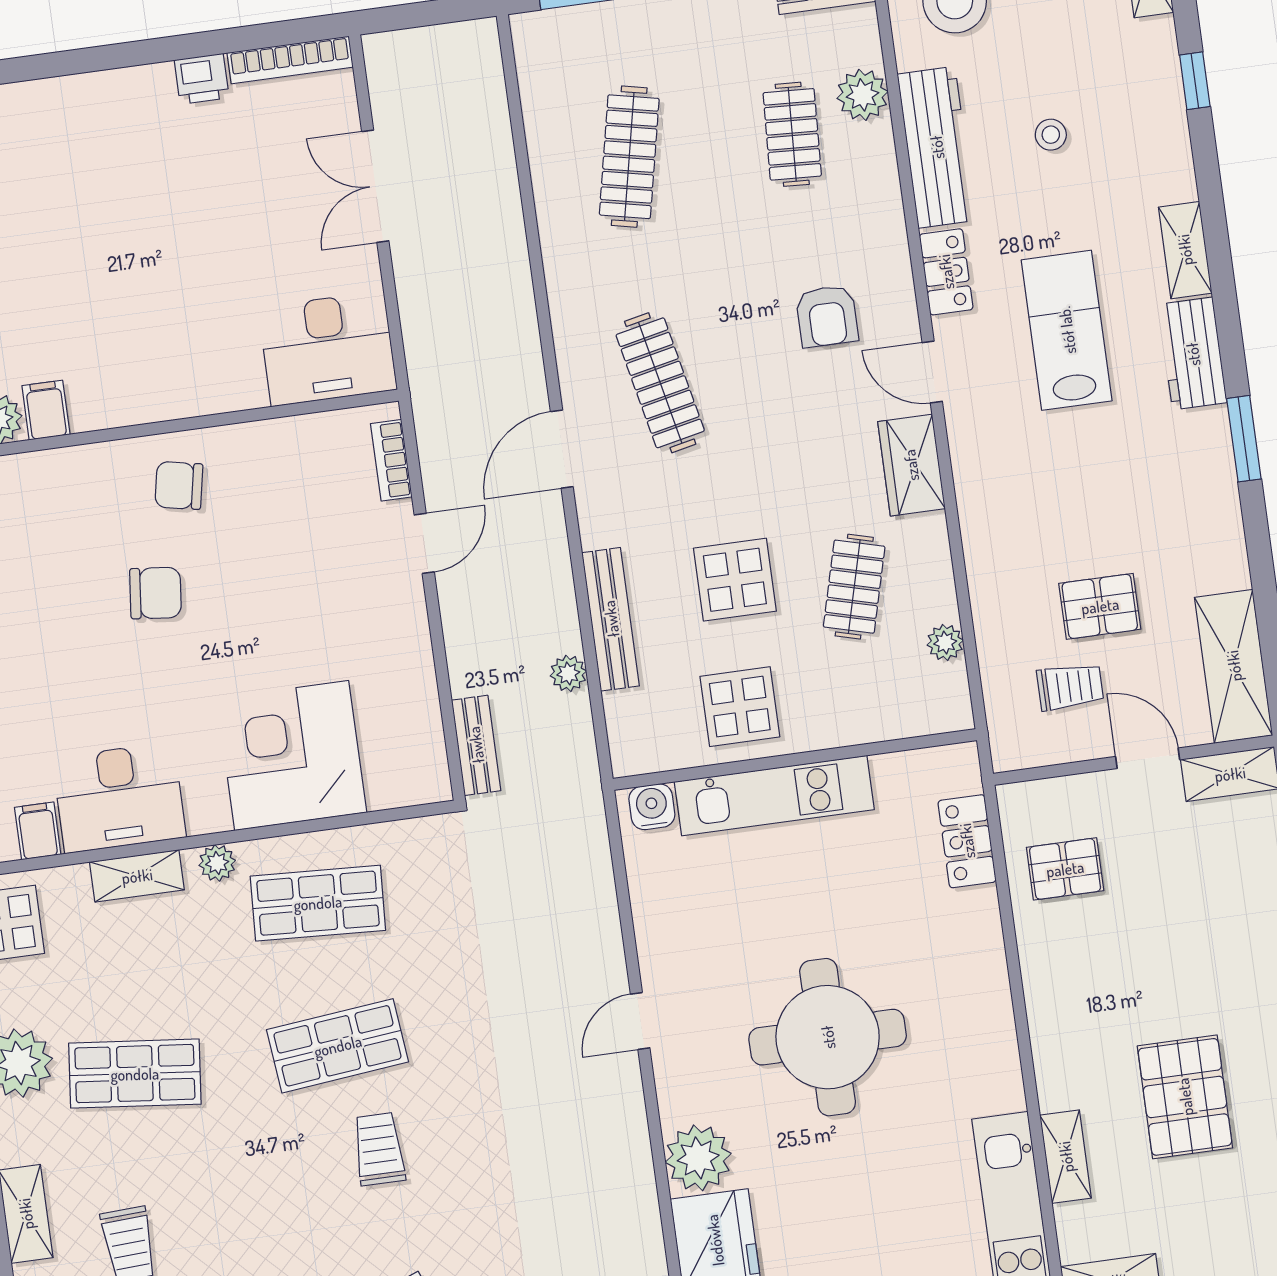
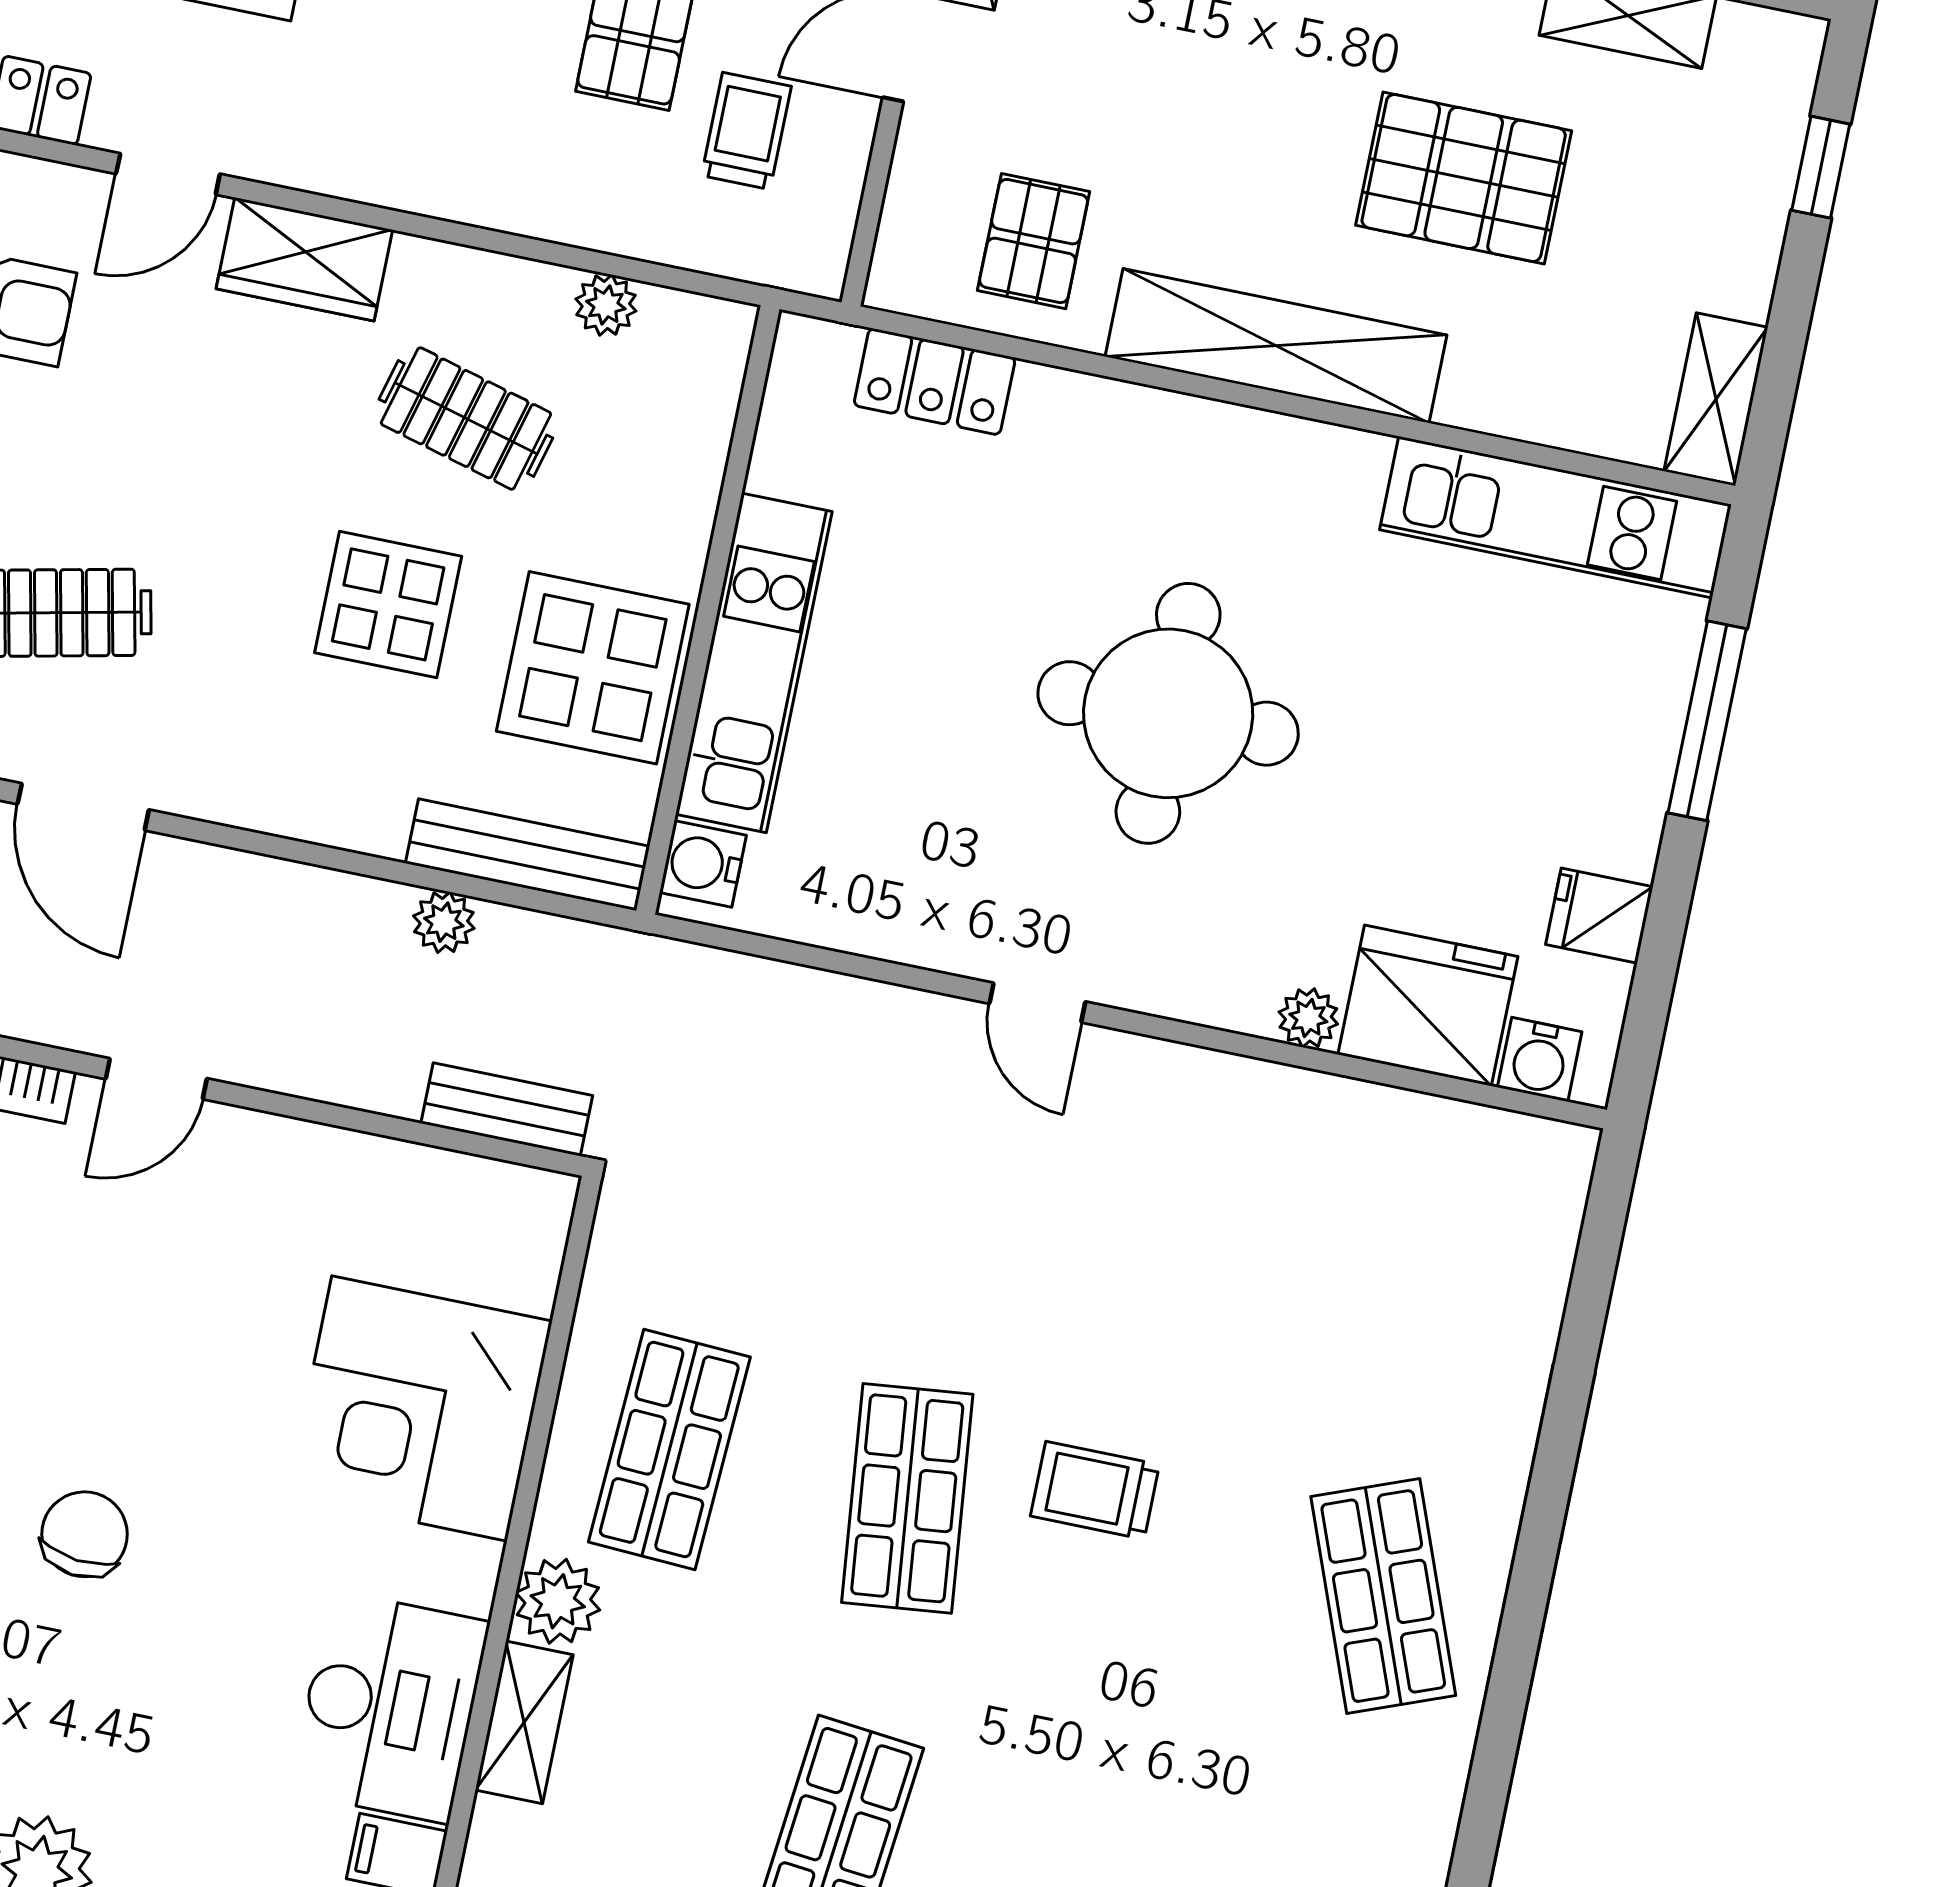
door: (424, 543) -> (156, 1079), swing flipped
bench: (611, 619) -> (528, 855), moved
display table: (740, 707) -> (593, 668), width x1.36, depth x1.36
plant: (217, 863) -> (558, 1601), width x1.38, depth x1.38
shelving: (1066, 1157) -> (1276, 346), moved, width x2.20, depth x1.33
plant: (698, 1158) -> (1308, 1018), width x0.53, depth x0.53

